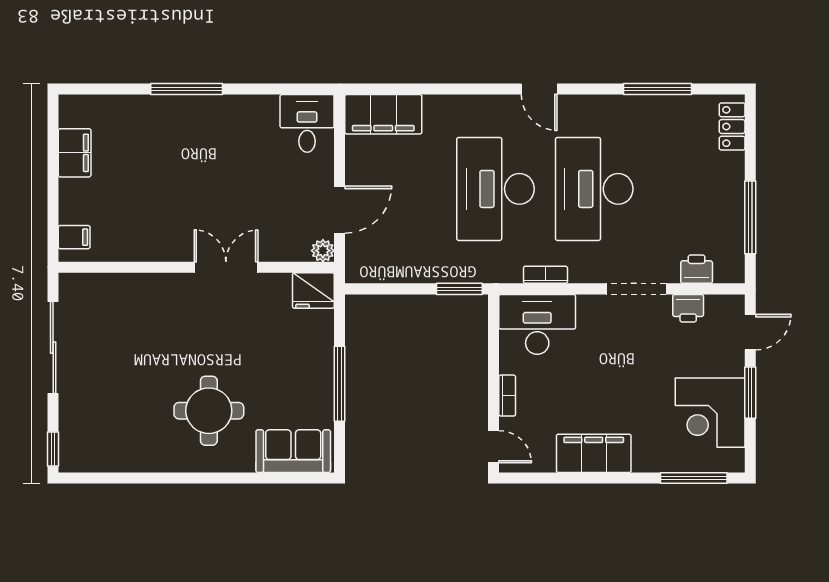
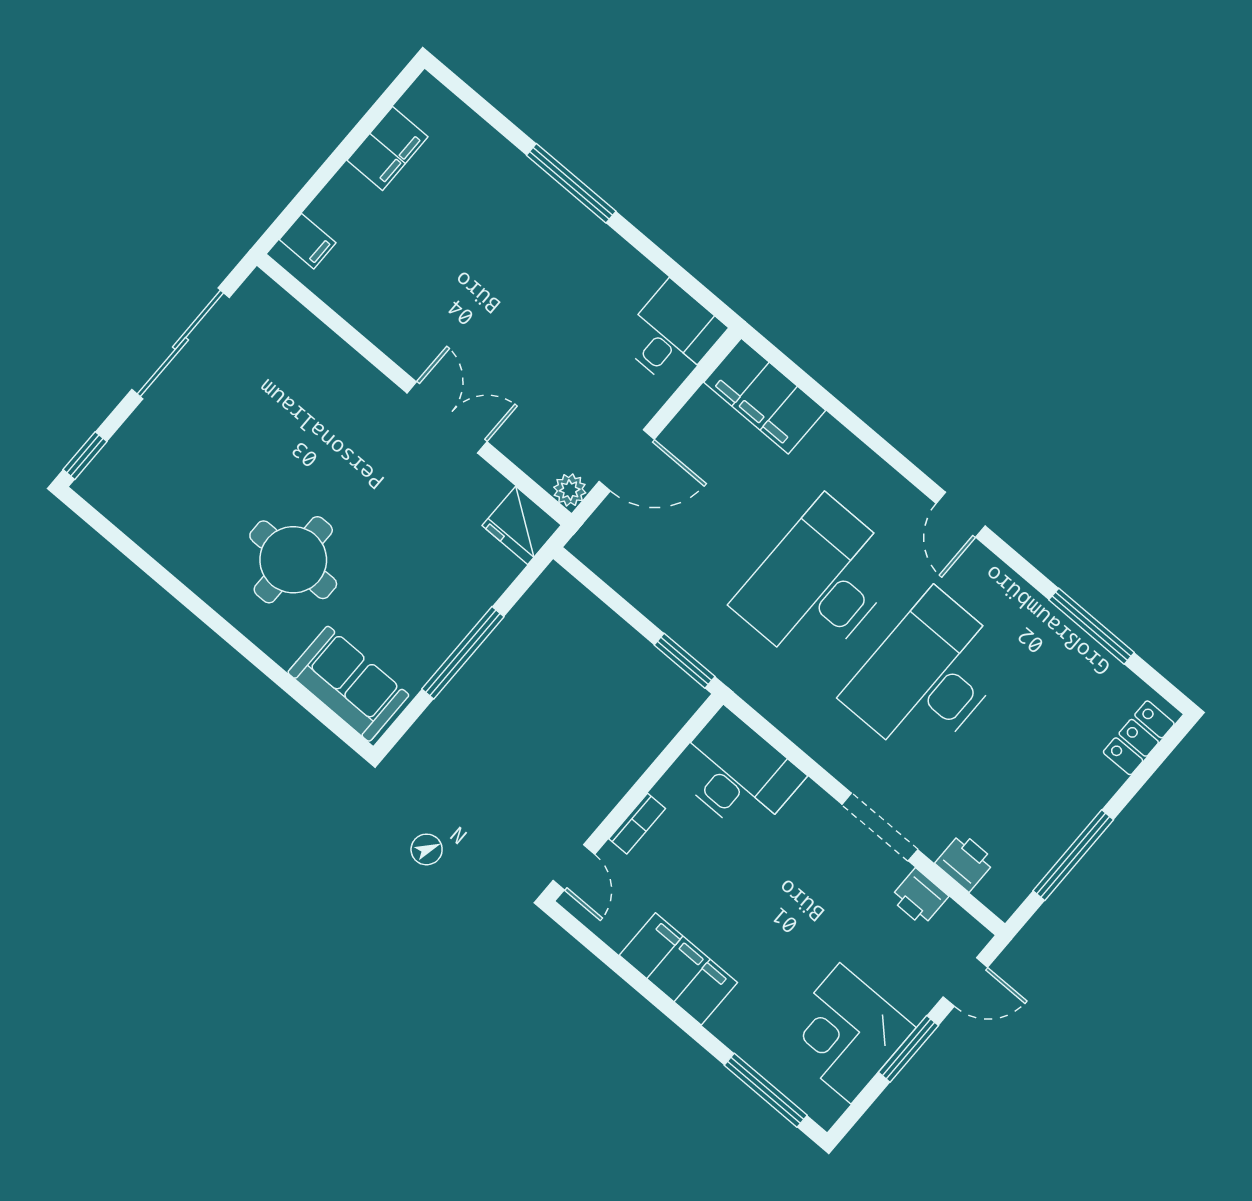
bookcase: (545, 275) -> (793, 726), removed

